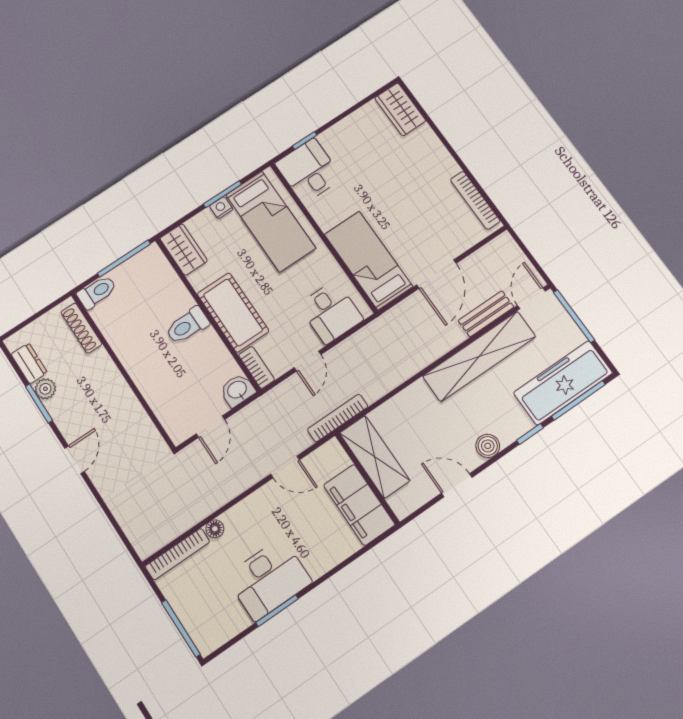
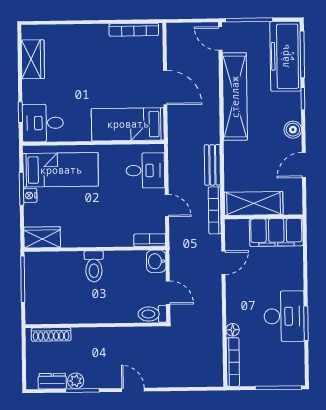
wardrobe: (400, 109) -> (33, 59), moved, turned -90
toilet: (97, 292) -> (152, 314), moved, turned -90
cot: (233, 312) -> (105, 232), removed
bench: (486, 314) -> (212, 165), moved

